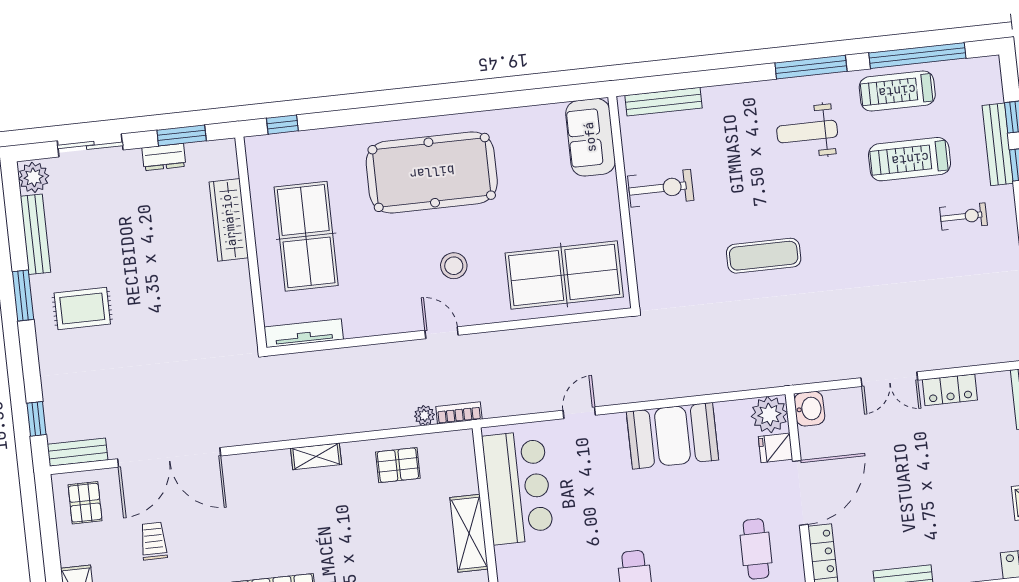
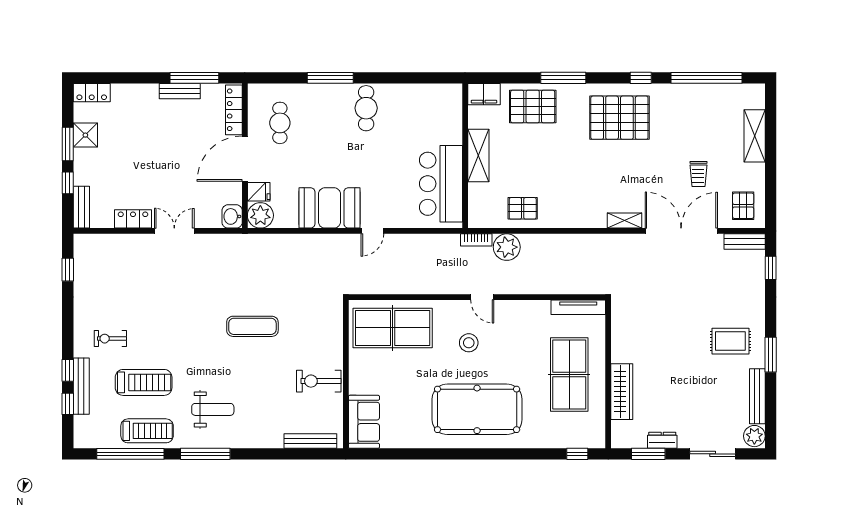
door: (579, 413) -> (372, 231), moved
plant: (424, 415) -> (507, 247), width x1.88, depth x1.88
shelving: (316, 456) -> (625, 221), moved

